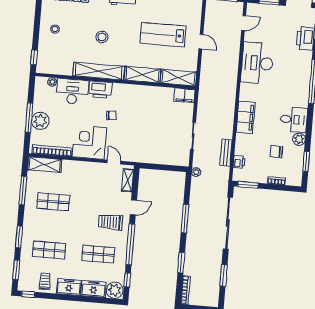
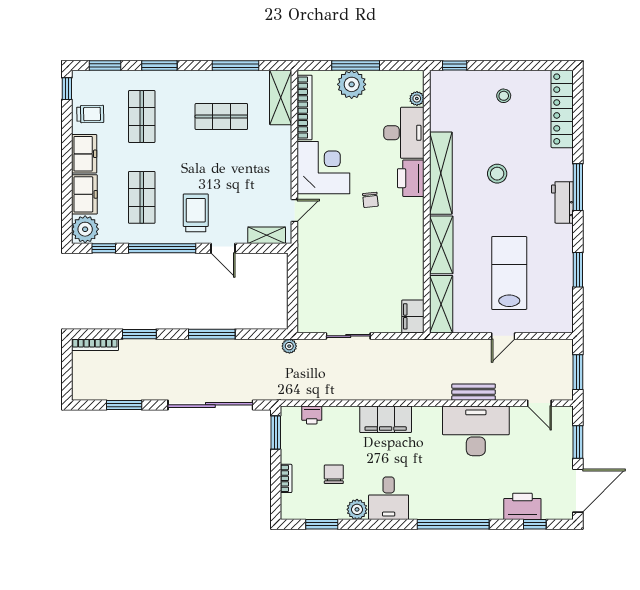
bench: (226, 153) -> (474, 392), moved
shop shelf: (53, 202) -> (221, 117), turned 90

